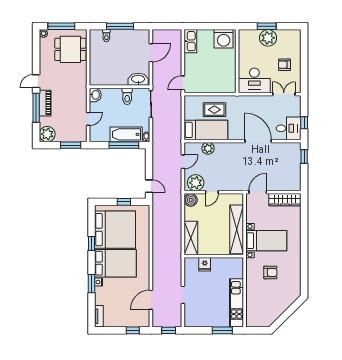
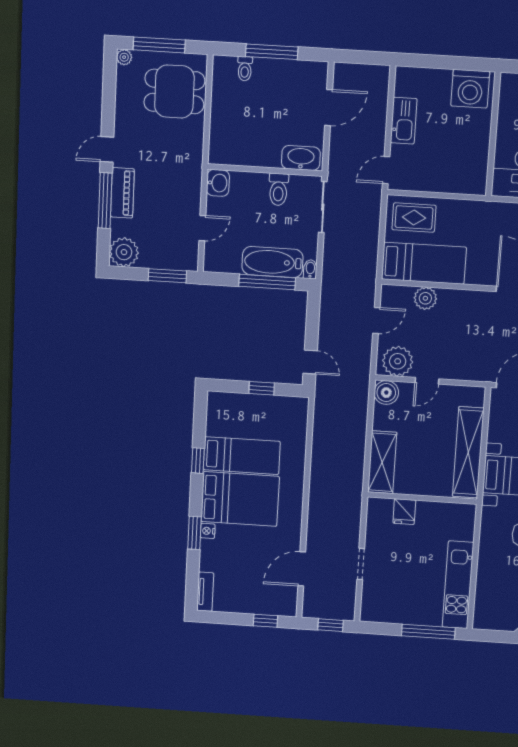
kitchen sink: (190, 41) -> (404, 121), moved
rug: (214, 110) -> (414, 218), moved
bed: (115, 230) -> (242, 456), width x0.49
window: (222, 330) -> (428, 632), width x1.44

